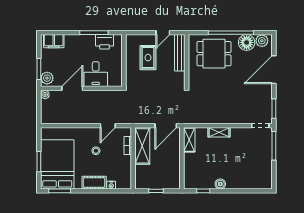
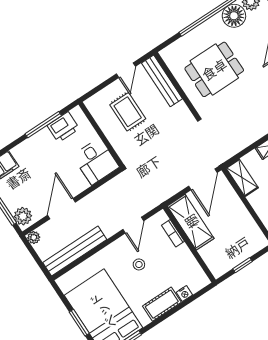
dining table: (214, 54) -> (214, 69), moved
desk: (96, 74) -> (96, 161), moved
bench: (64, 118) -> (75, 251), added

